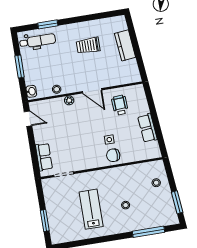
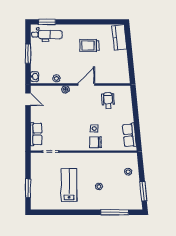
window: (48, 24) -> (47, 22), moved
kitchen counter: (125, 45) -> (119, 37), moved
door: (92, 91) -> (86, 85), swing flipped
row of seats: (148, 128) -> (129, 135), moved

